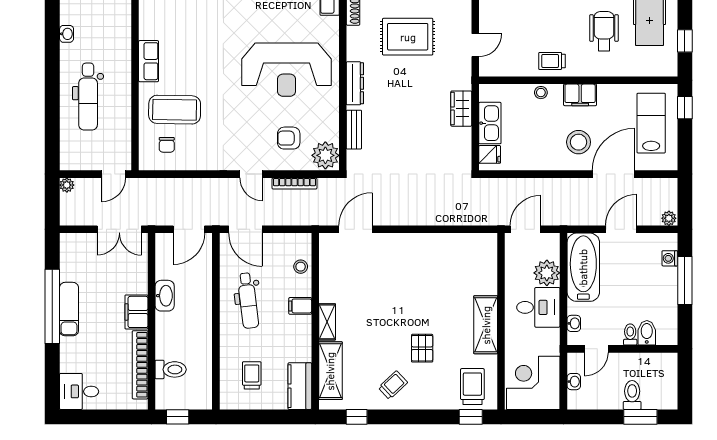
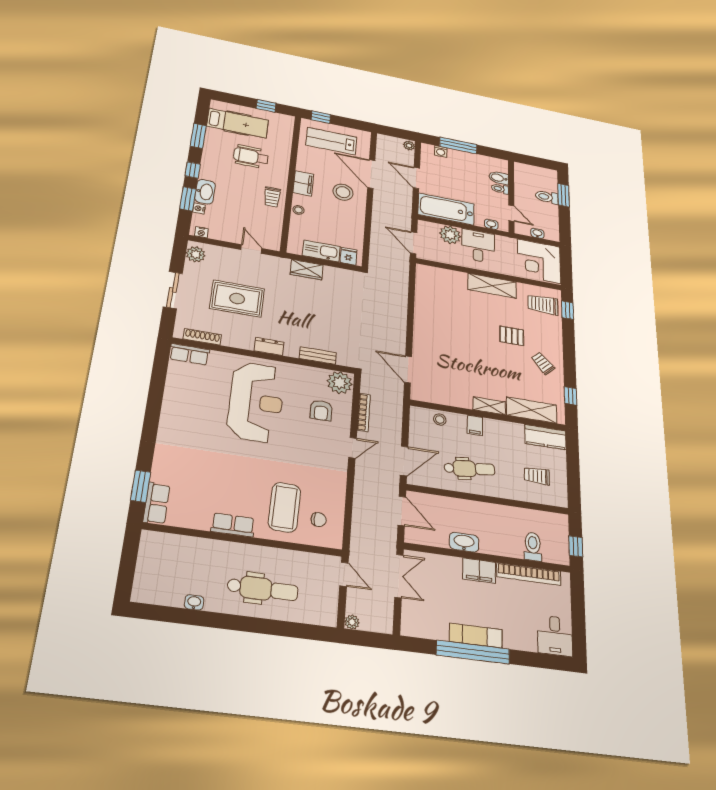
rug: (408, 37) -> (237, 299), turned 90
dresser: (355, 83) -> (269, 346), width x0.70

